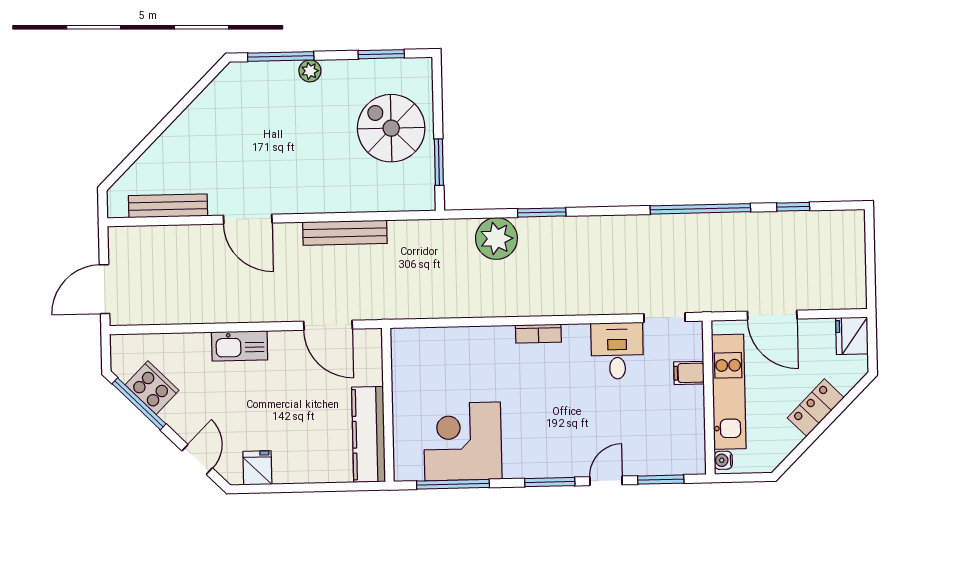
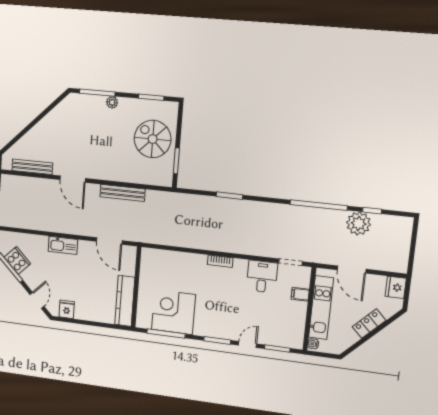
plant: (496, 238) -> (359, 223), moved

